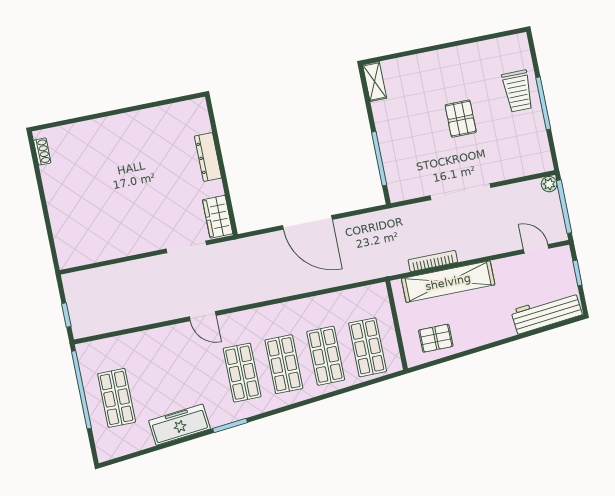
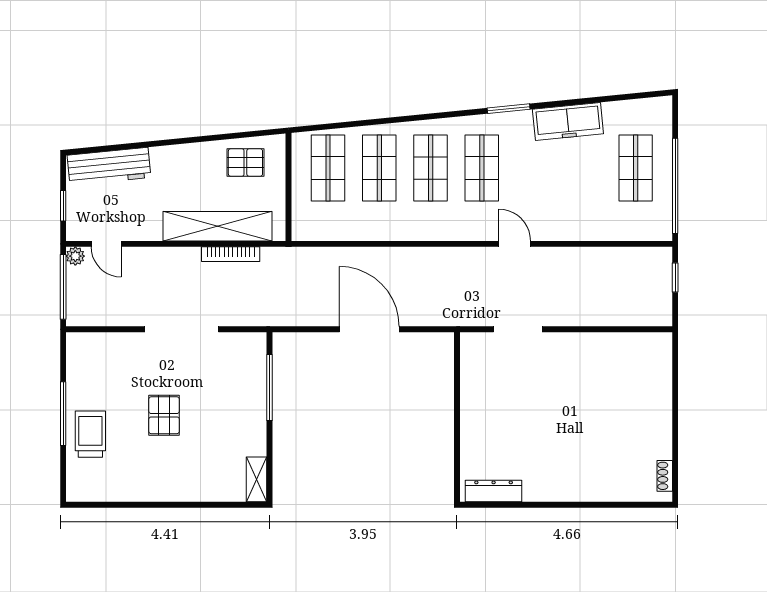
dresser: (208, 157) -> (494, 491), moved, turned -90
plant: (549, 184) -> (75, 256), moved
wardrobe: (218, 217) -> (474, 357), removed

